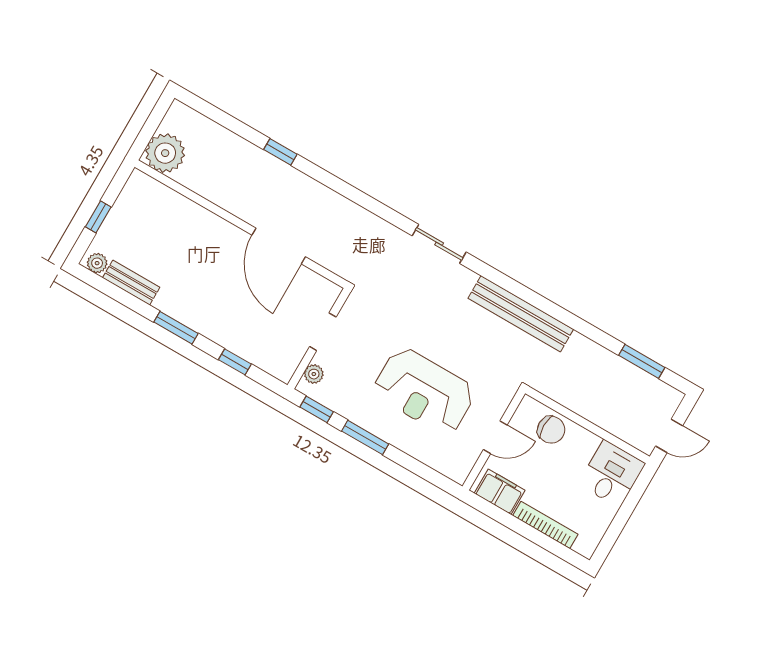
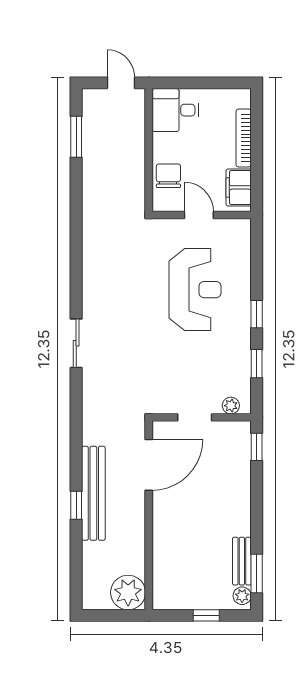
bench: (521, 314) -> (93, 493), moved
window: (176, 328) -> (257, 573), moved
doorway: (323, 332) -> (195, 417), moved
wall: (319, 339) -> (202, 417), moved
plant: (314, 374) -> (231, 406), moved
window: (365, 437) -> (257, 314), width x0.67

